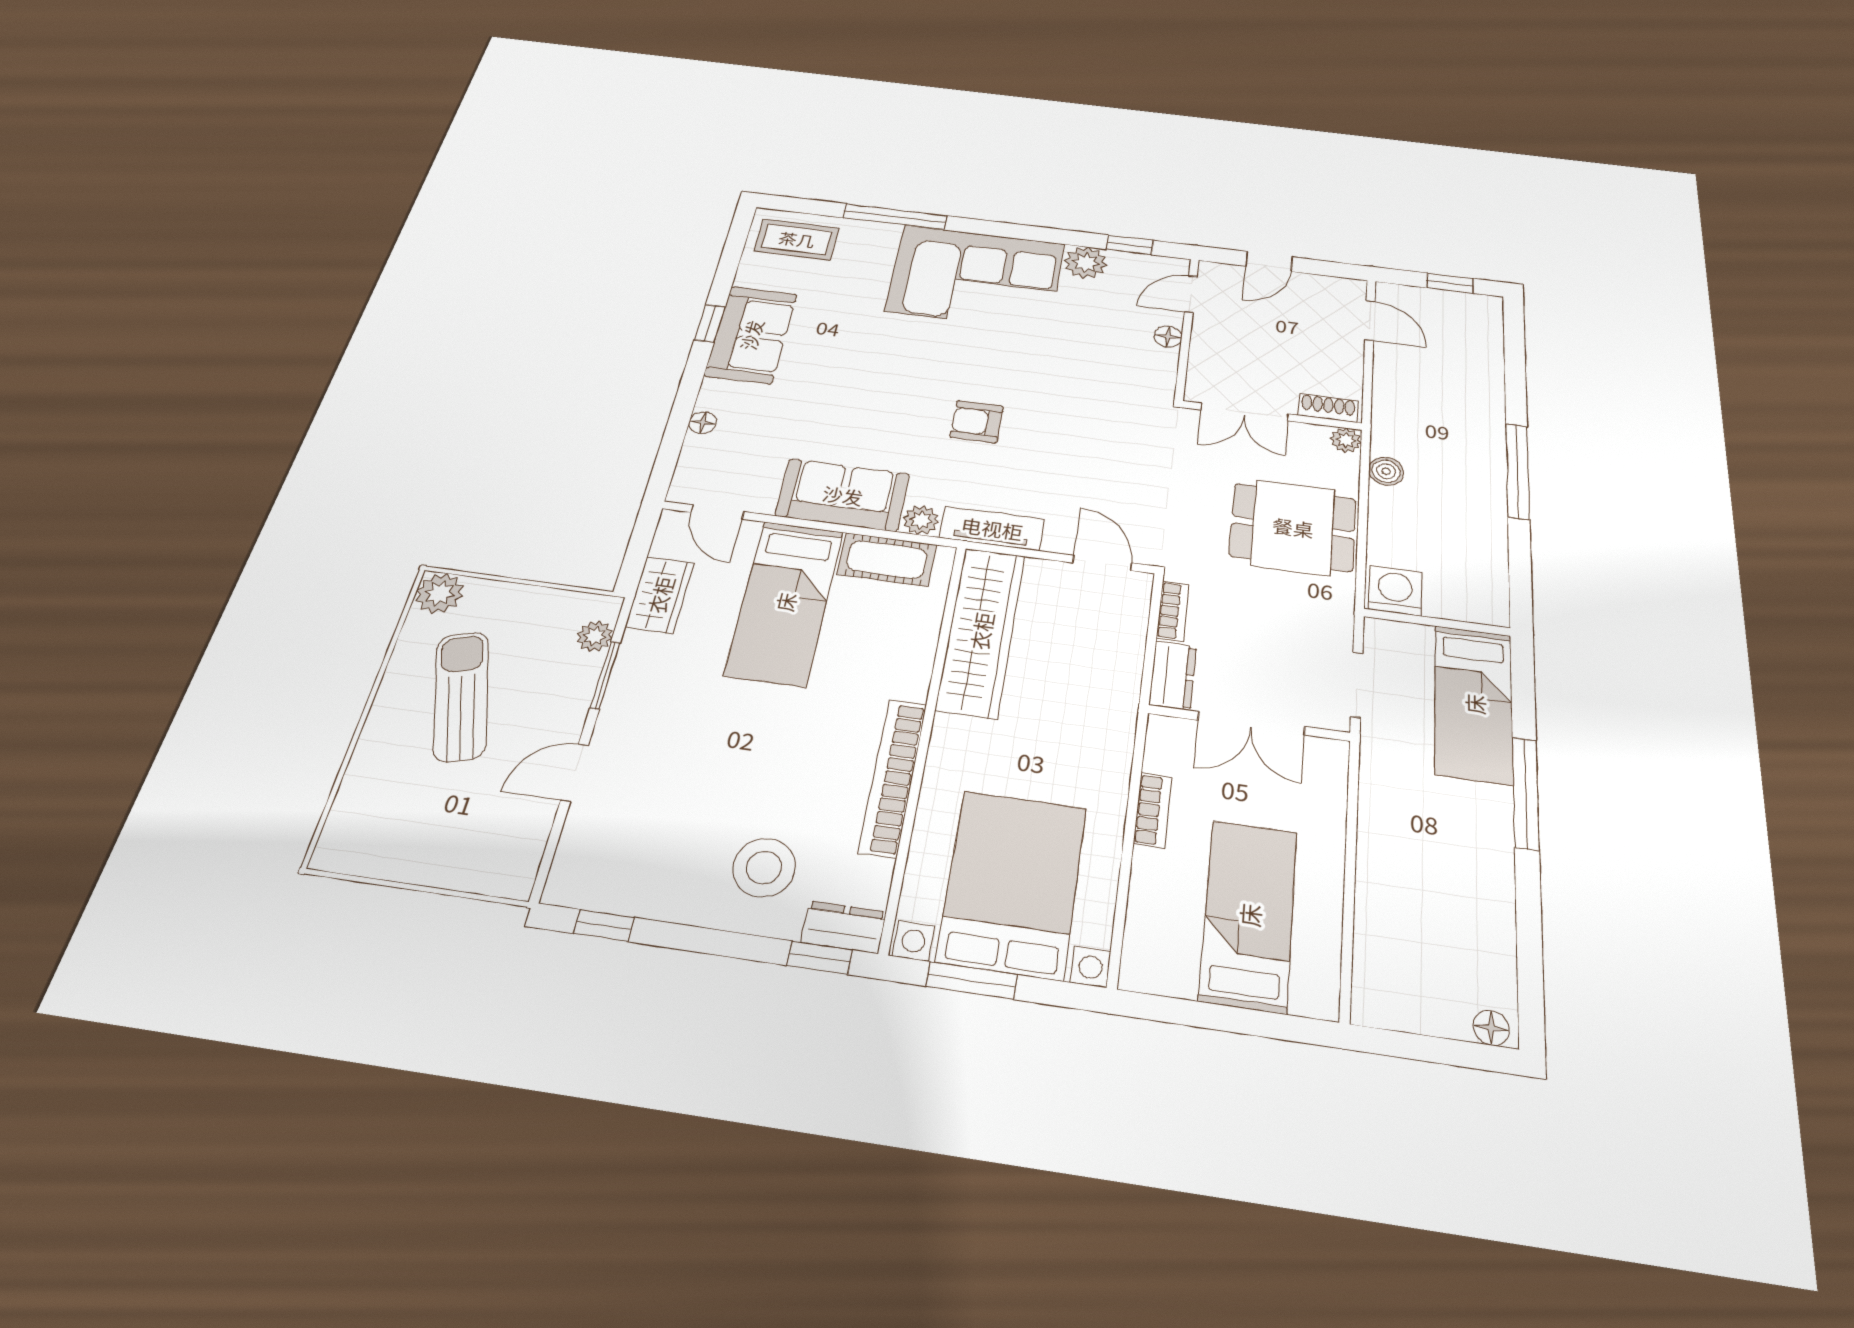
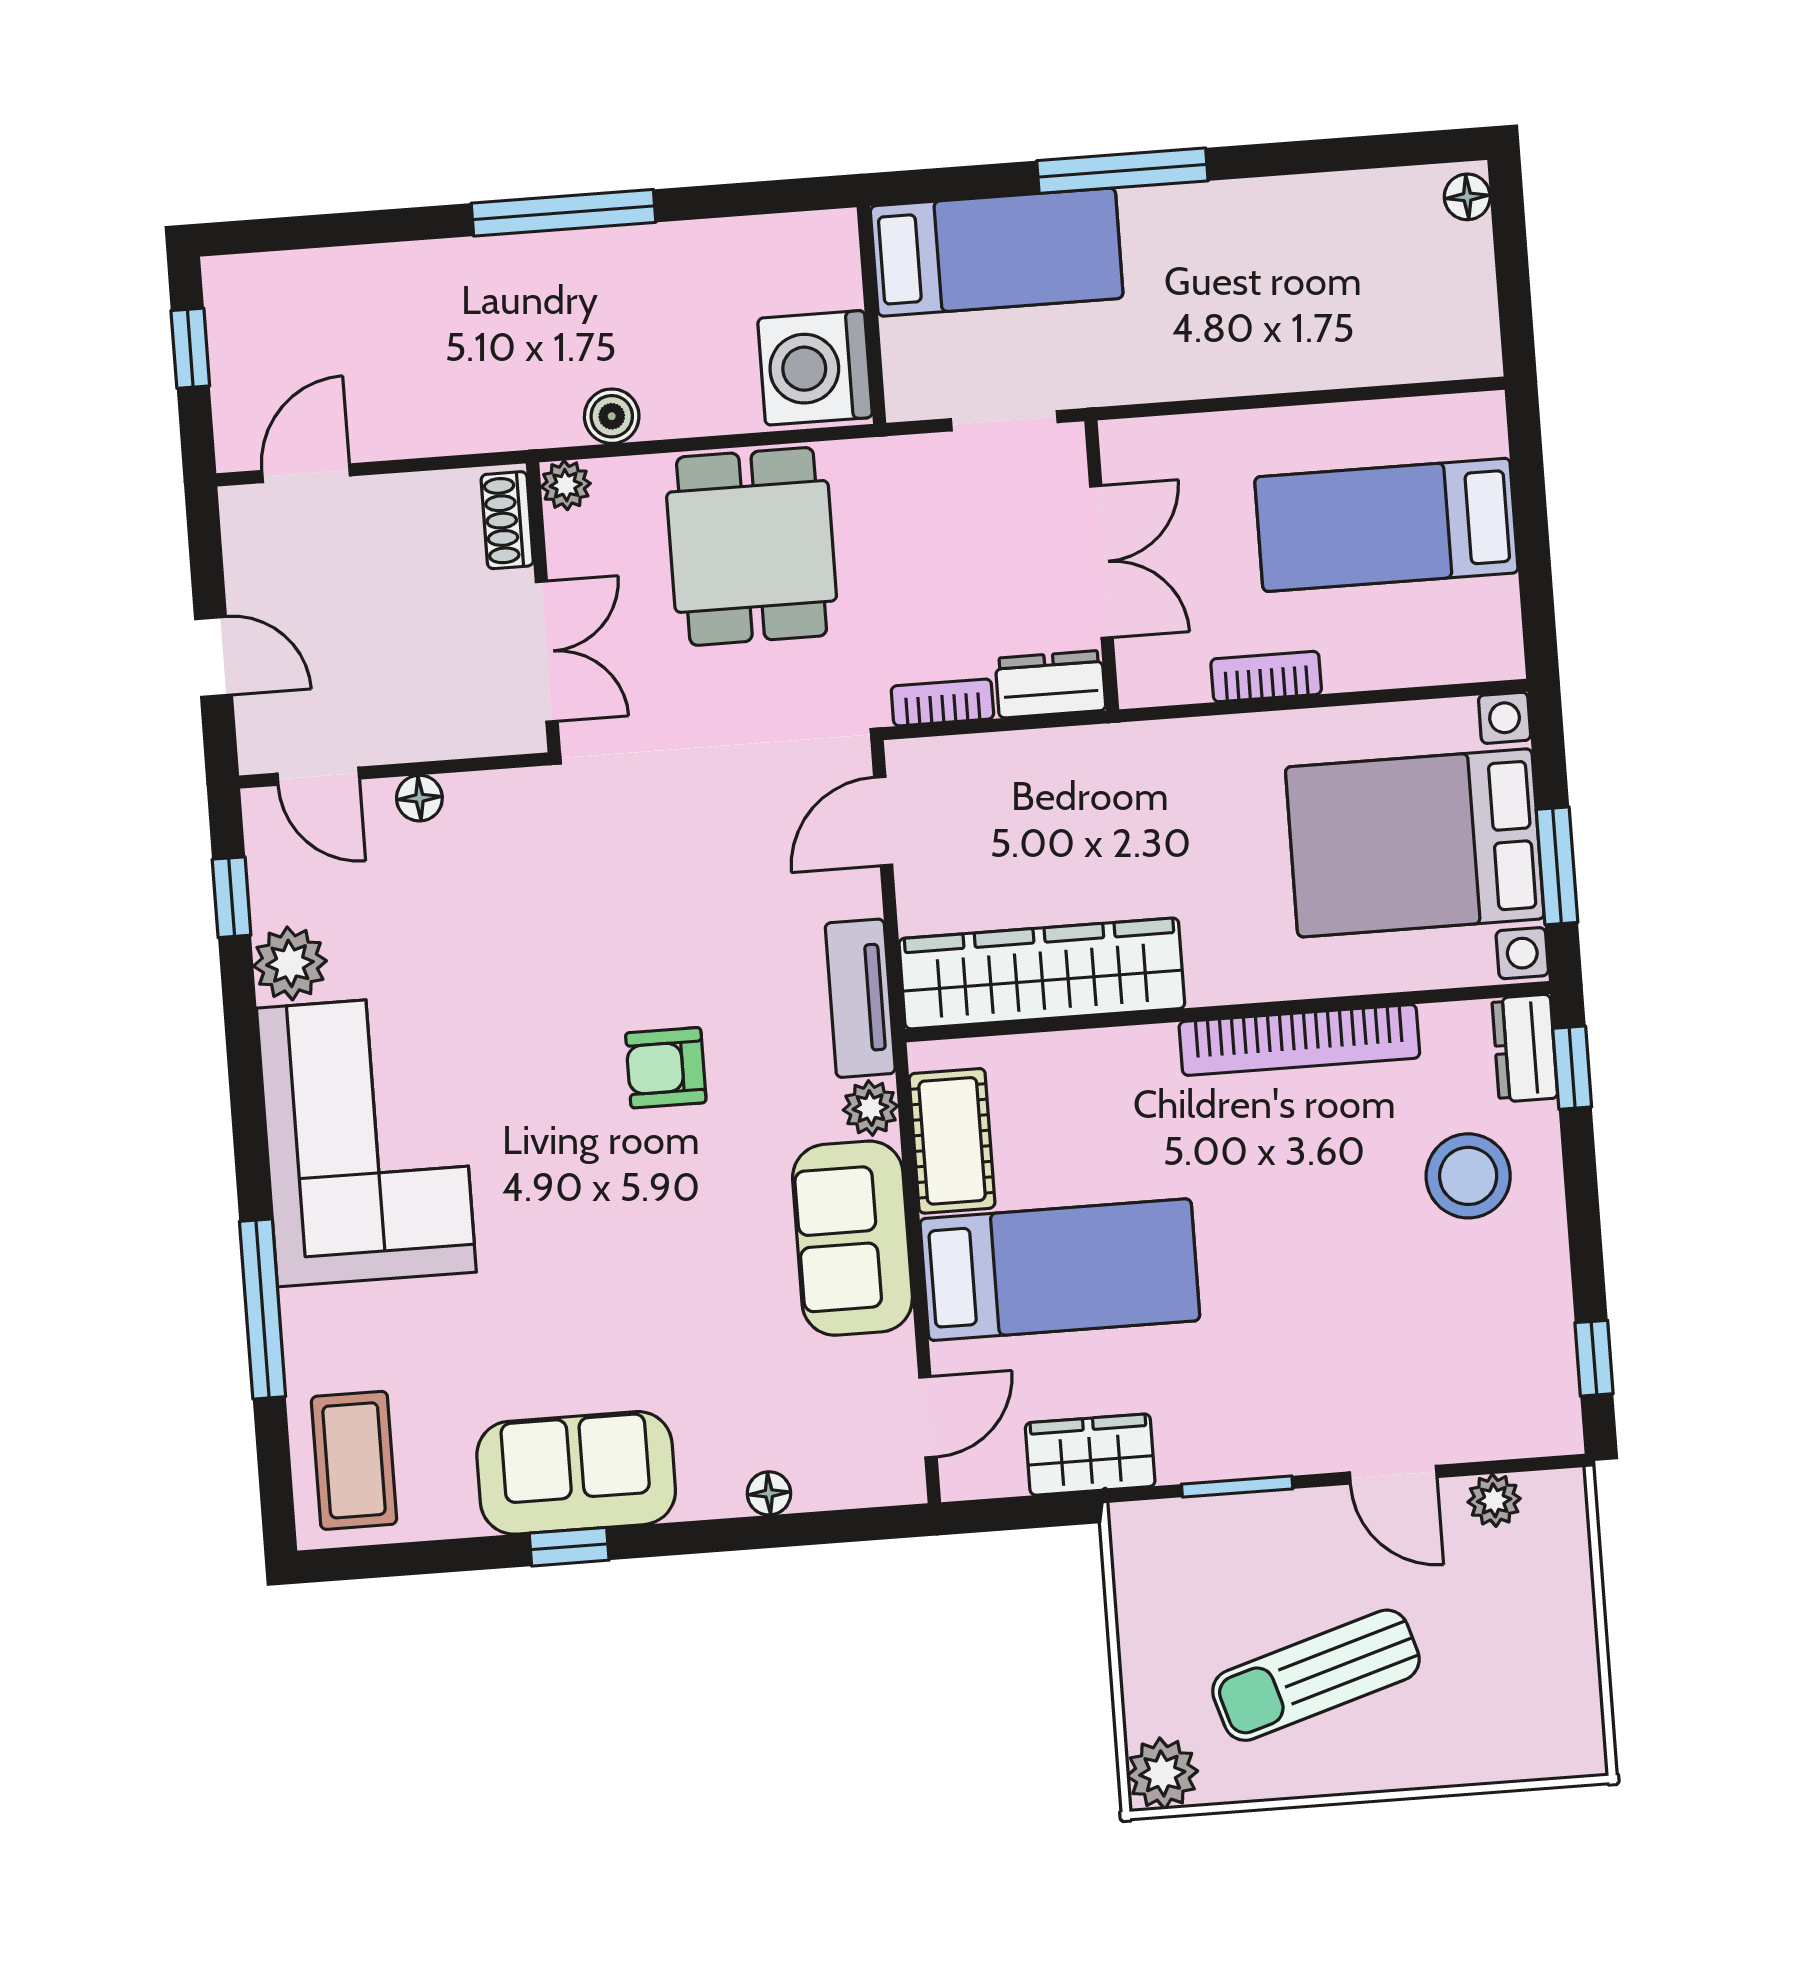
armchair: (977, 422) -> (666, 1068), turned 90
washing machine: (1395, 591) -> (815, 368), width x1.37, depth x1.37
plant: (595, 636) -> (1494, 1500), moved

